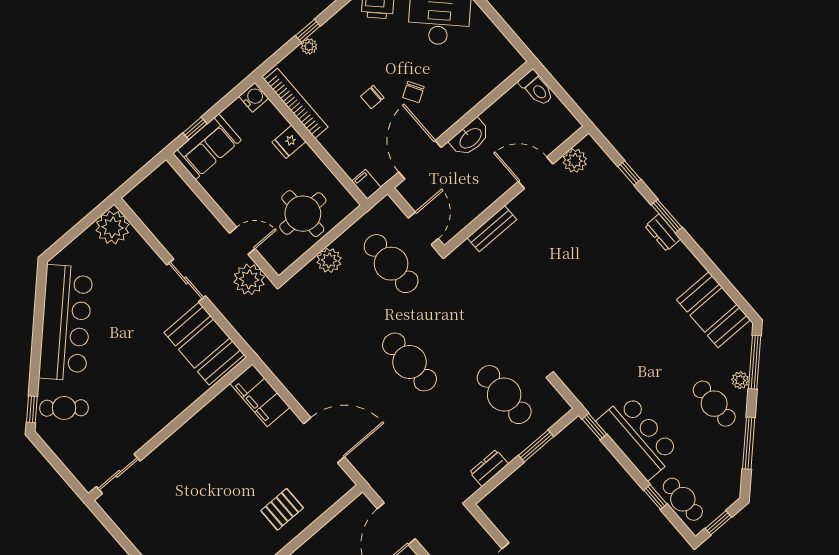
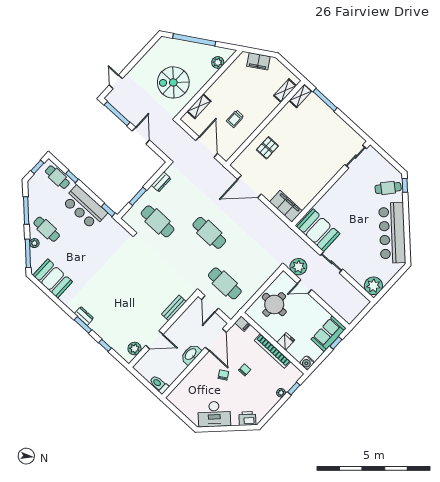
window: (308, 31) -> (294, 389), moved
bookcase: (296, 103) -> (272, 351), moved
plant: (329, 260) -> (258, 281), removed

